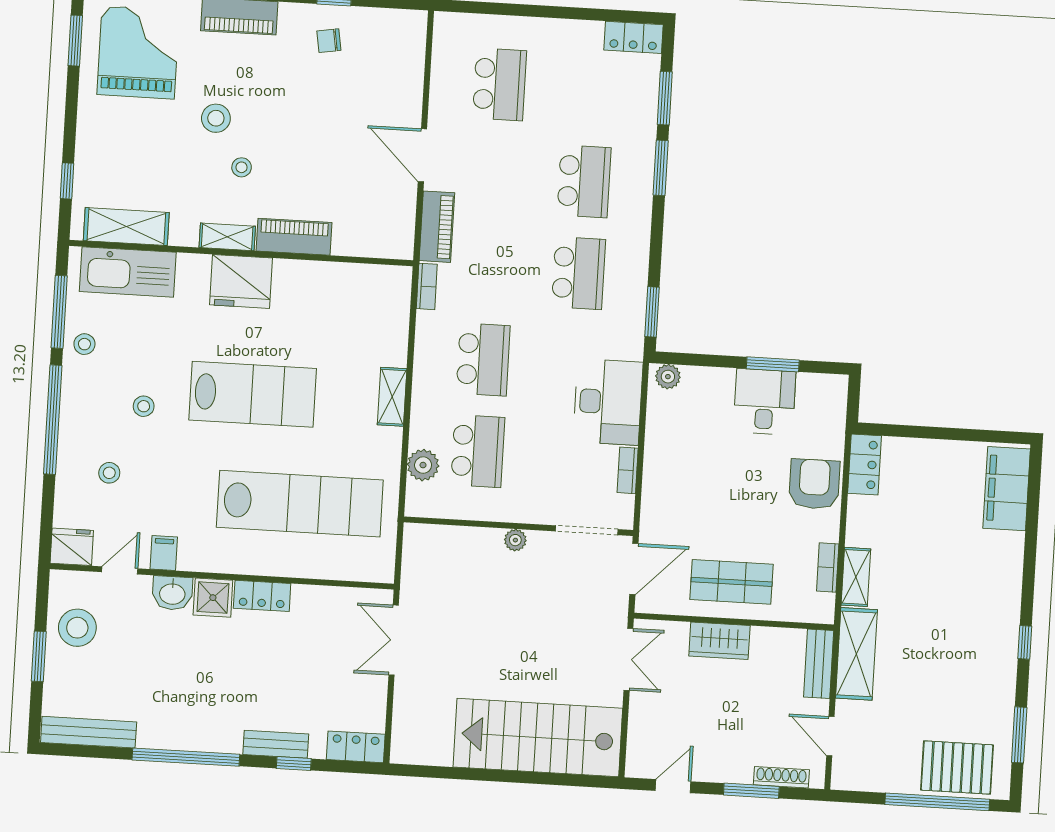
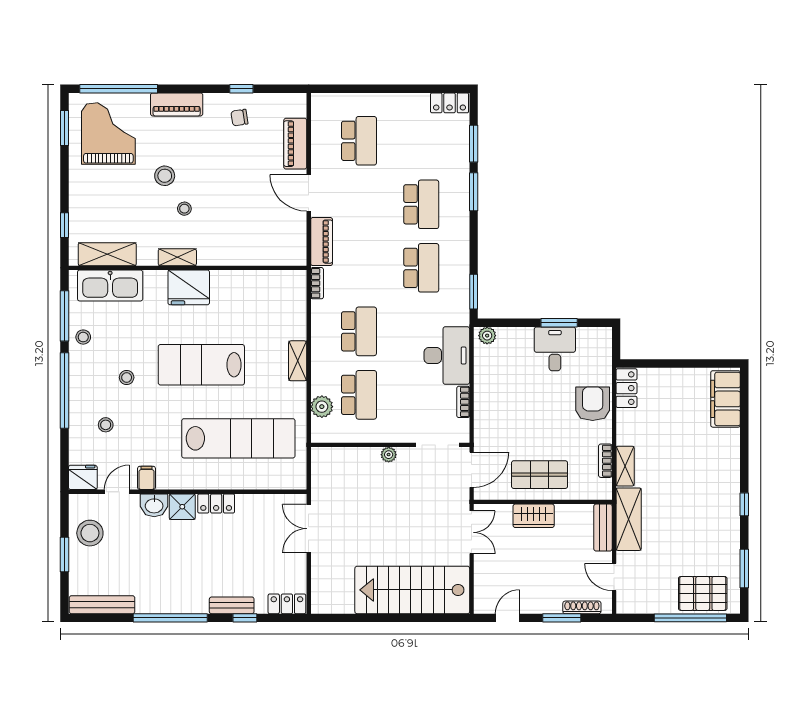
piano: (294, 237) -> (295, 144), moved, turned -90
lab bench: (253, 394) -> (201, 365), turned 180

